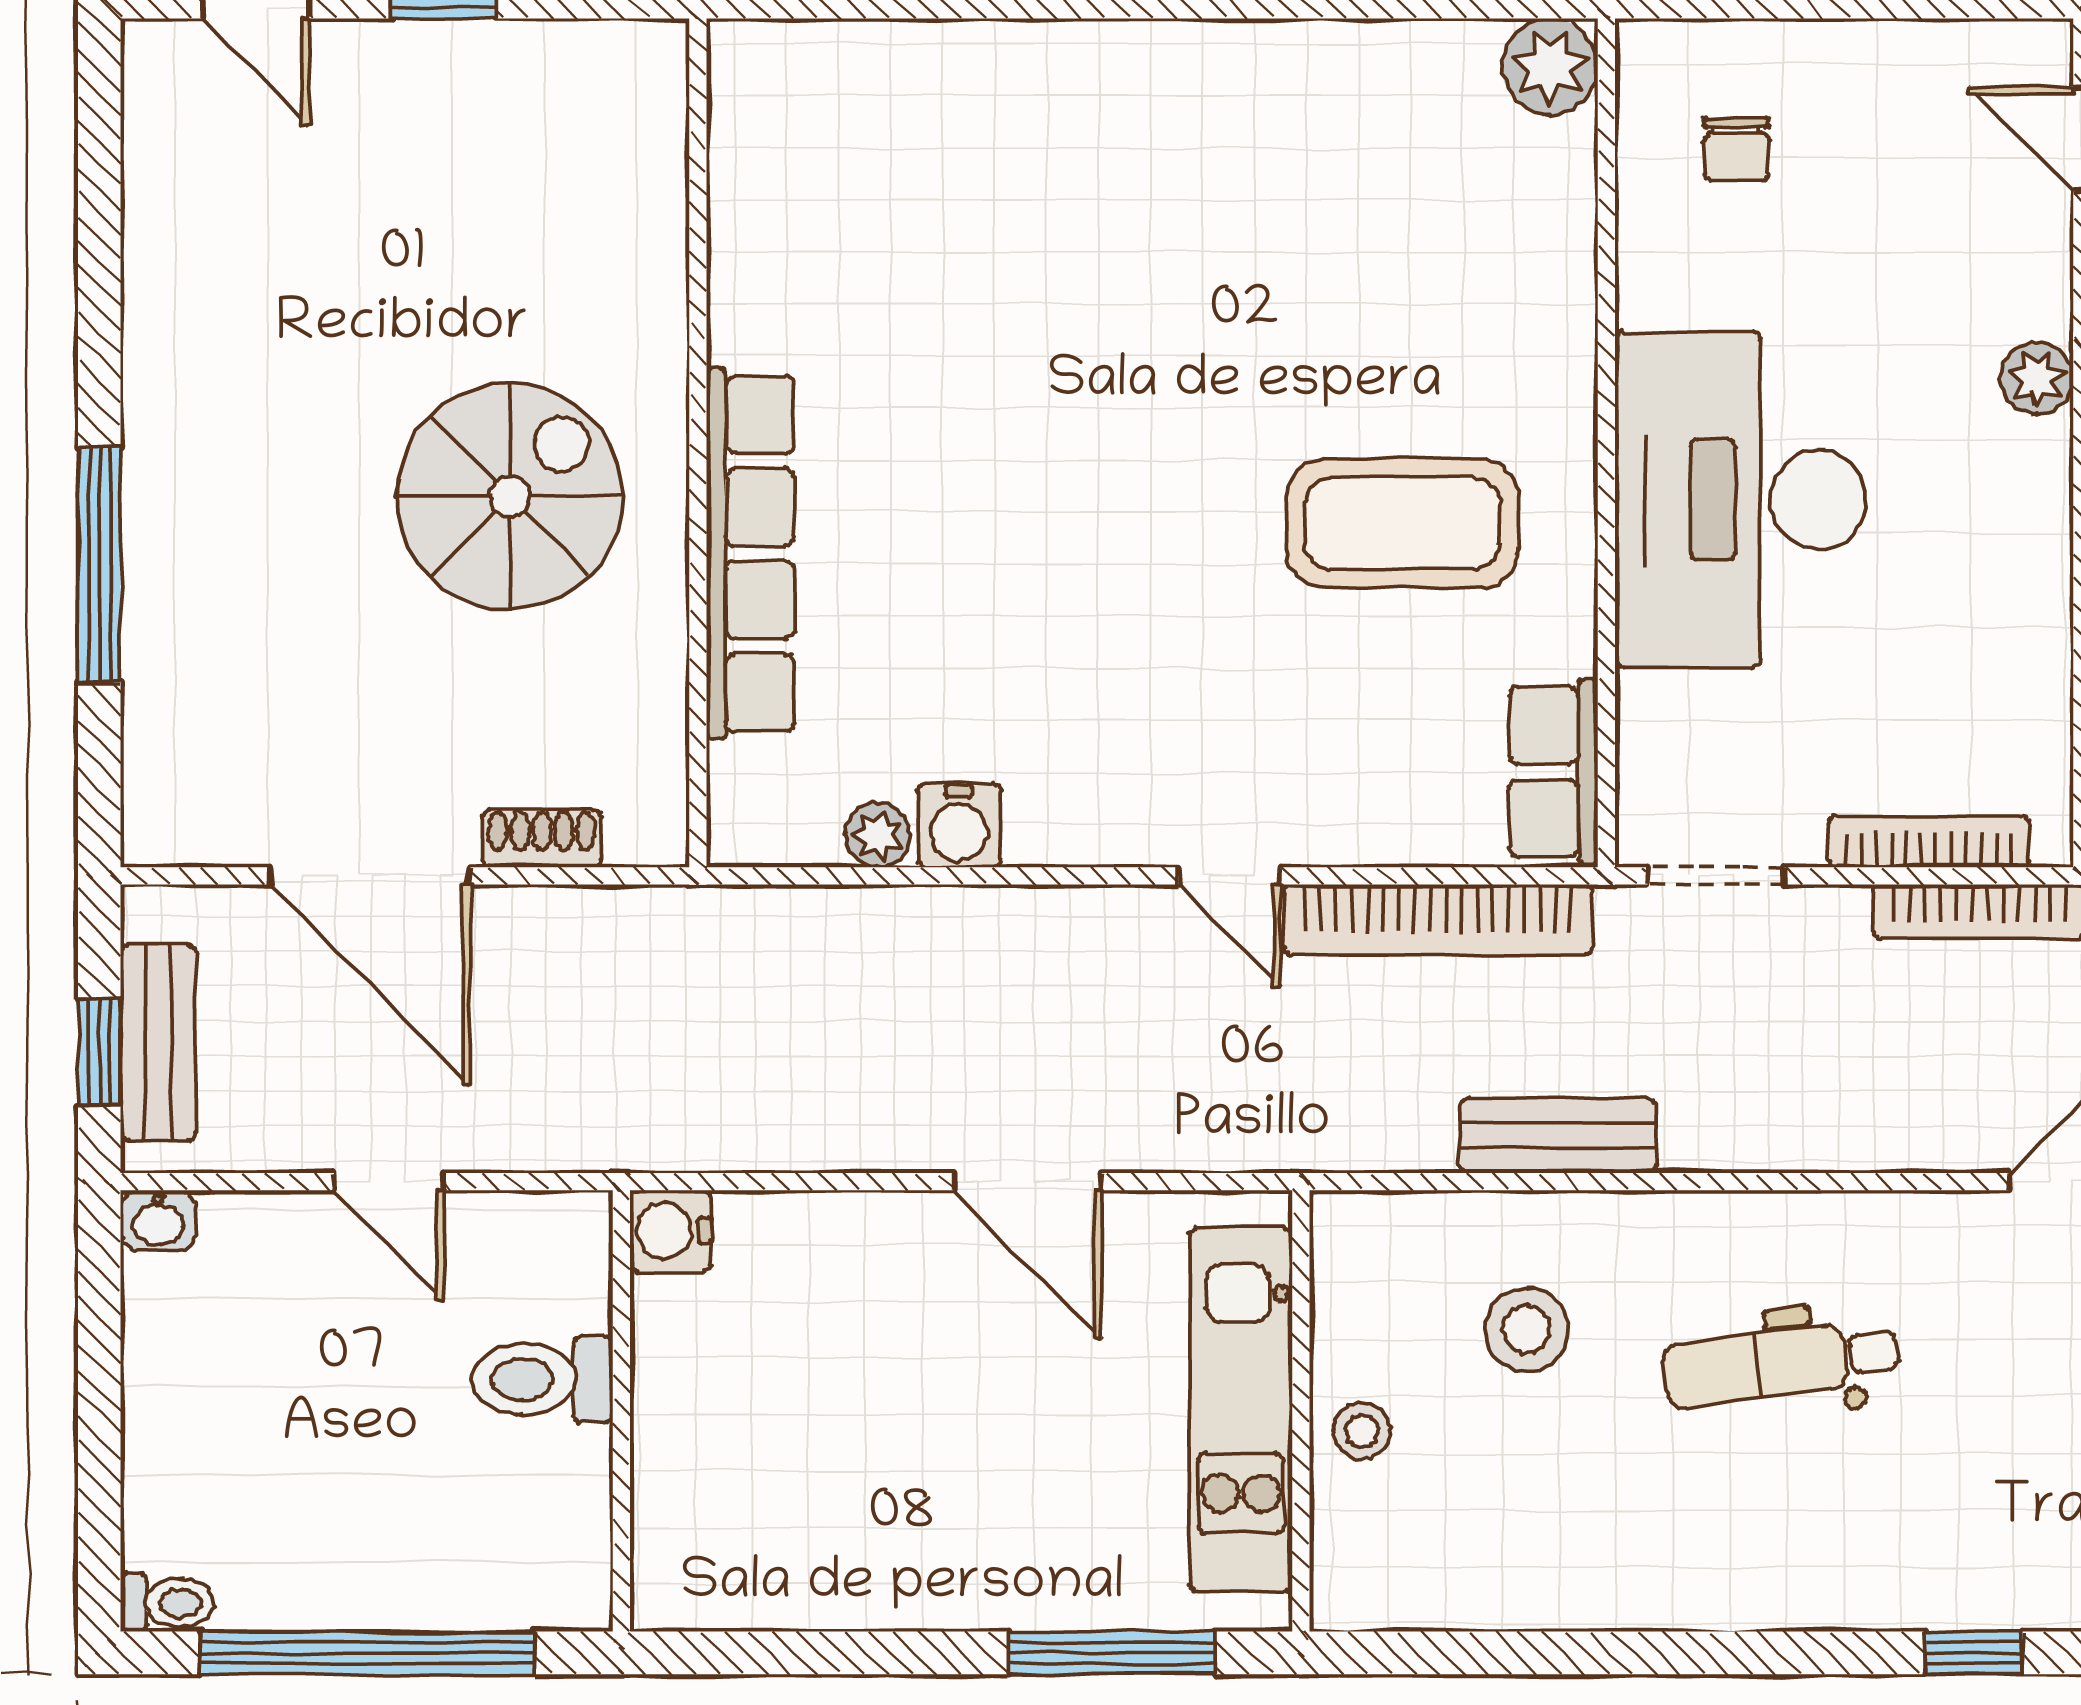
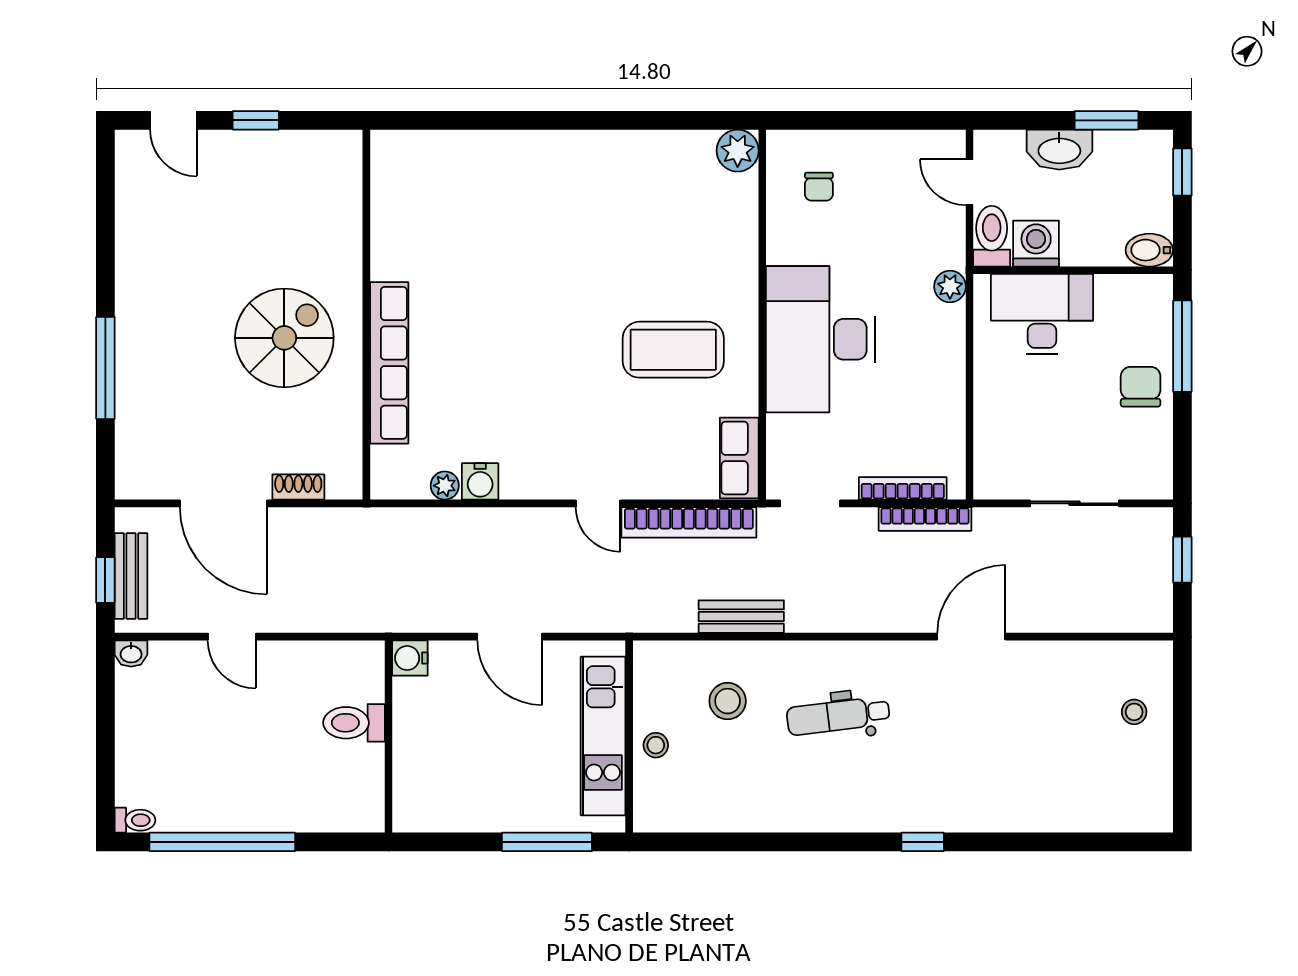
water cooler: (671, 1231) -> (410, 658), moved
toilet: (542, 1379) -> (354, 723), moved
wall: (621, 1411) -> (389, 736), moved

